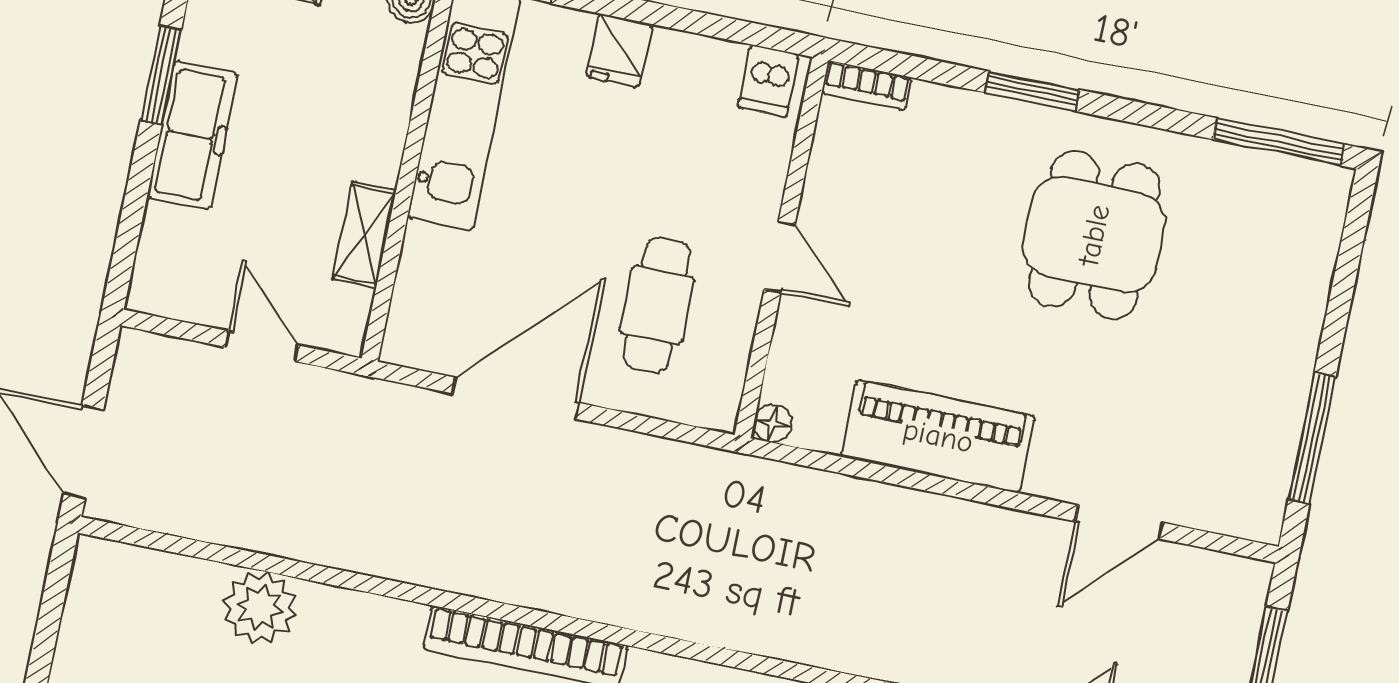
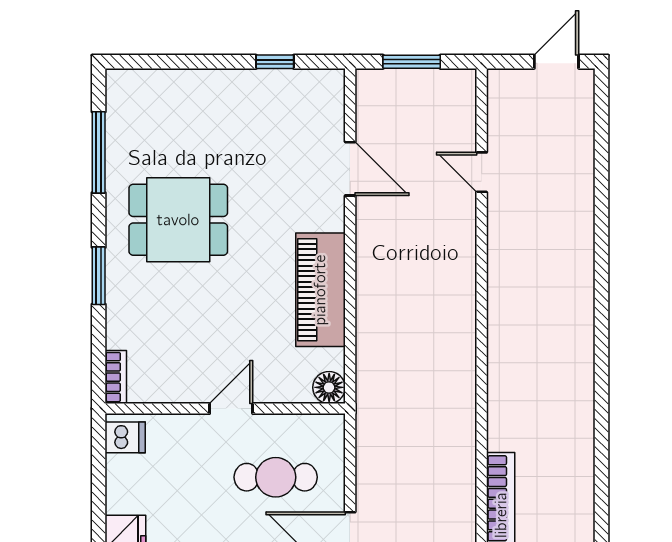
window: (1279, 142) -> (99, 152), moved
floor lamp: (773, 424) -> (329, 387), width x1.37, depth x1.37
window: (1312, 438) -> (275, 62), width x0.46

